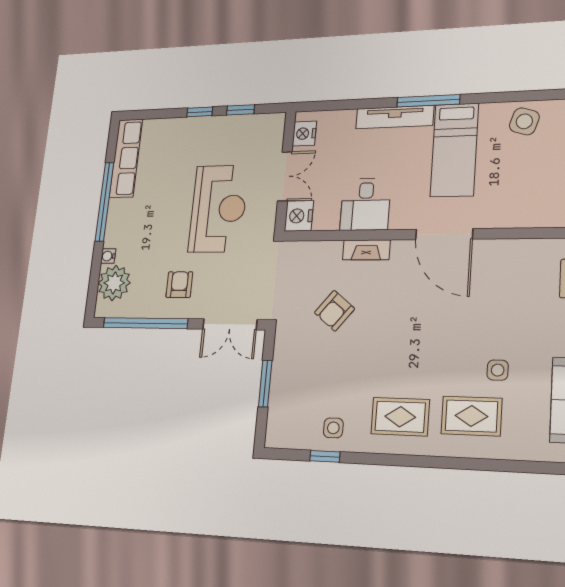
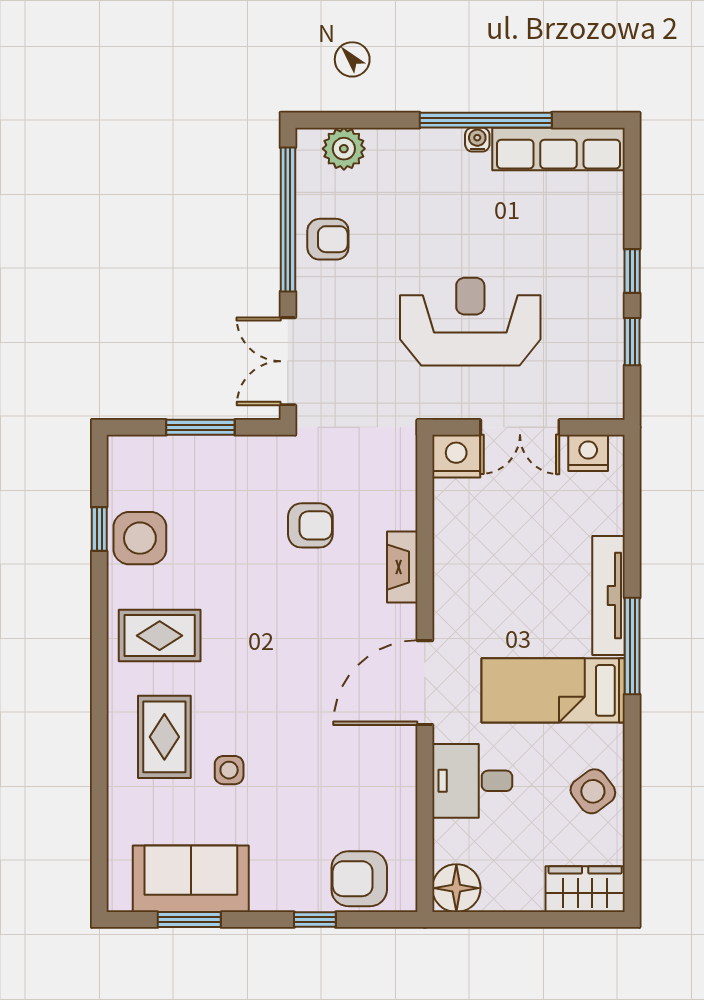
side table: (524, 121) -> (593, 791), turned 35
desk: (365, 204) -> (472, 781), moved
reception desk: (218, 209) -> (470, 322), turned 180
water cooler: (108, 256) -> (477, 140), moved
plant: (114, 283) -> (344, 149), width x0.73, depth x0.73
armchair: (179, 285) -> (328, 239), moved
armchair: (334, 311) -> (310, 525), turned 141
rug: (400, 417) -> (160, 636), turned 90
side table: (333, 428) -> (140, 538), width x1.87, depth x1.87

